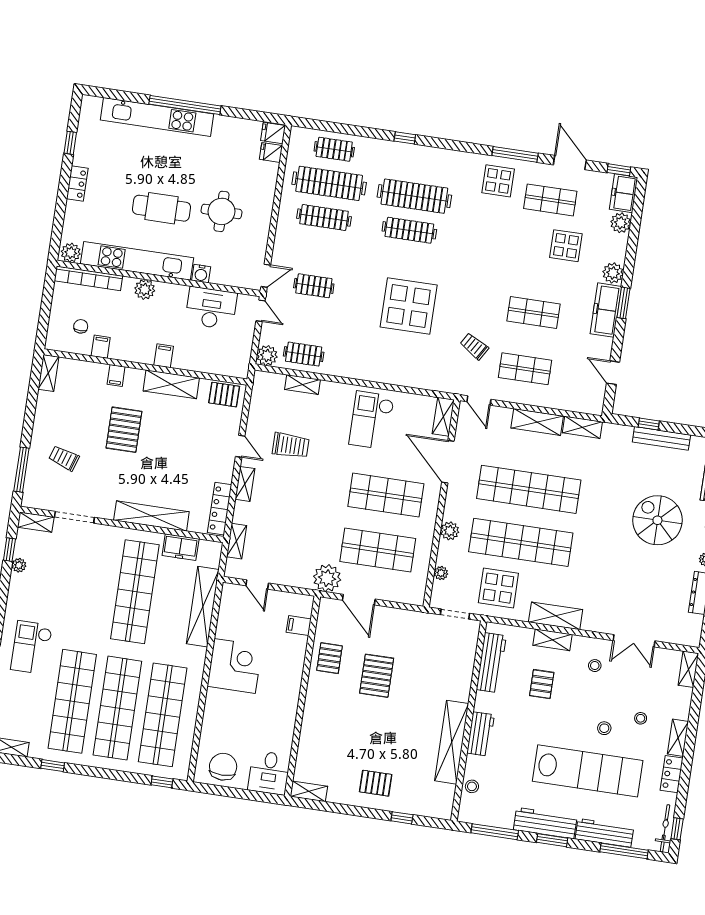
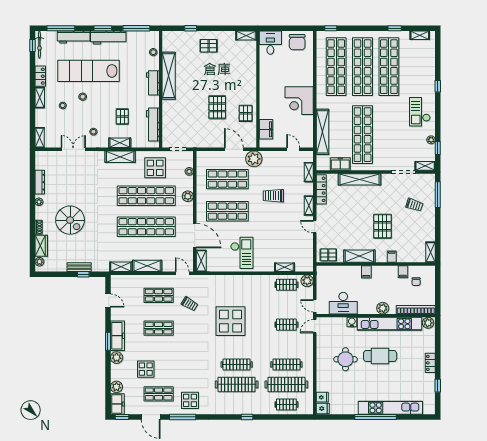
bench: (661, 438) -> (79, 267), width x0.73
trolley: (291, 445) -> (273, 196), moved
filing cabinet: (299, 626) -> (266, 129), width x2.00
checkout: (32, 648) -> (420, 112), moved, turned 180

